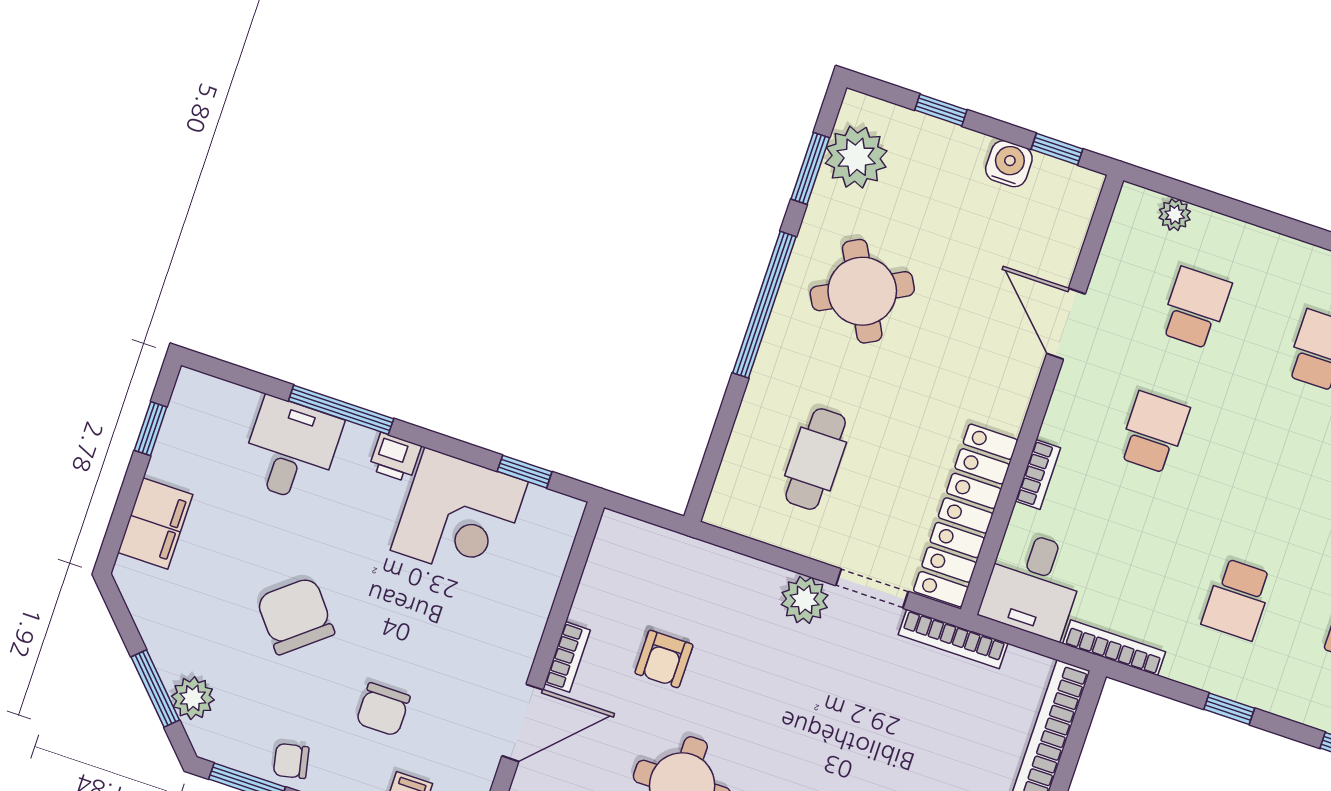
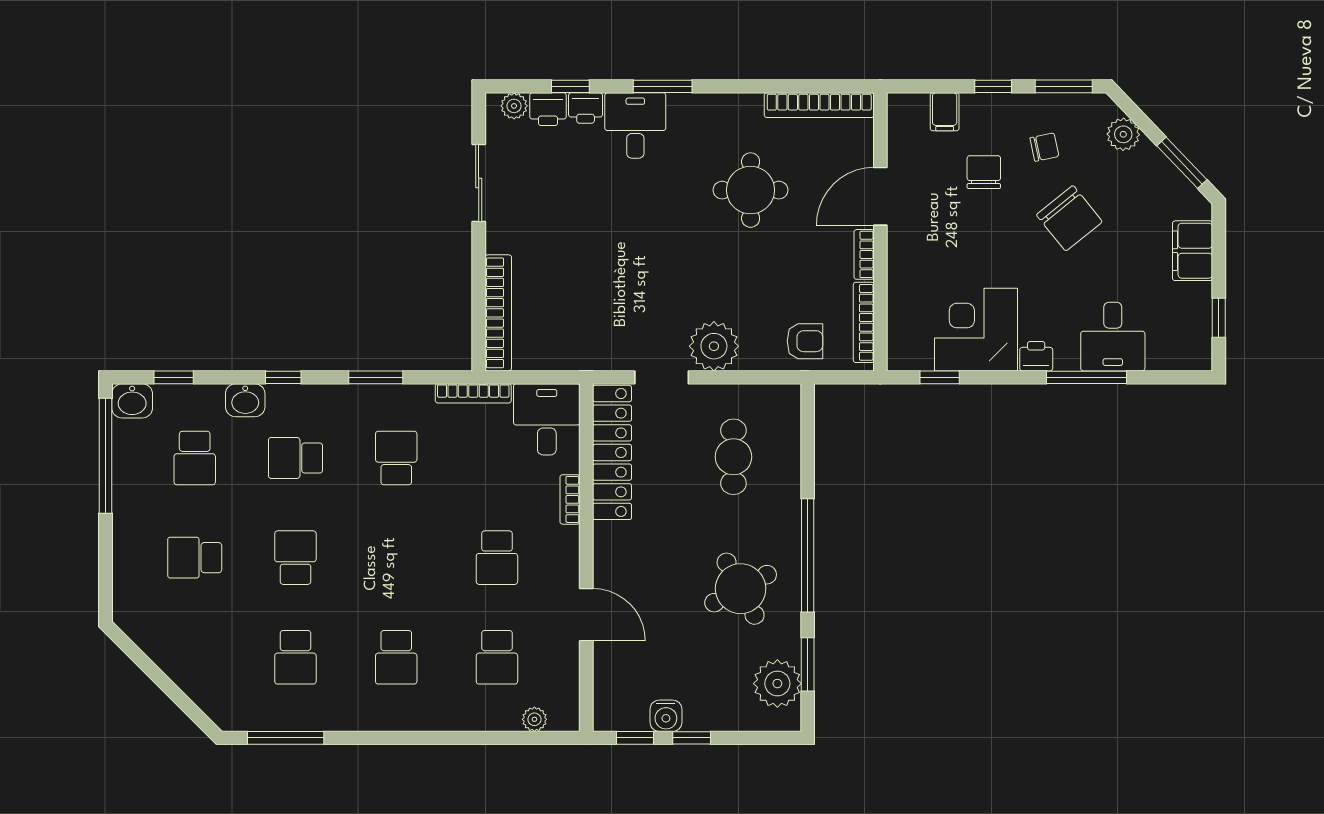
window: (941, 110) -> (692, 738), moved
plant: (805, 600) -> (714, 346), width x1.36, depth x1.36
bookcase: (953, 639) -> (864, 322), moved, turned -90
armchair: (664, 659) -> (805, 341), moved, turned 90
window: (155, 688) -> (1182, 163), moved
window: (1229, 709) -> (376, 377), width x1.50
chair: (291, 761) -> (1044, 147), moved

